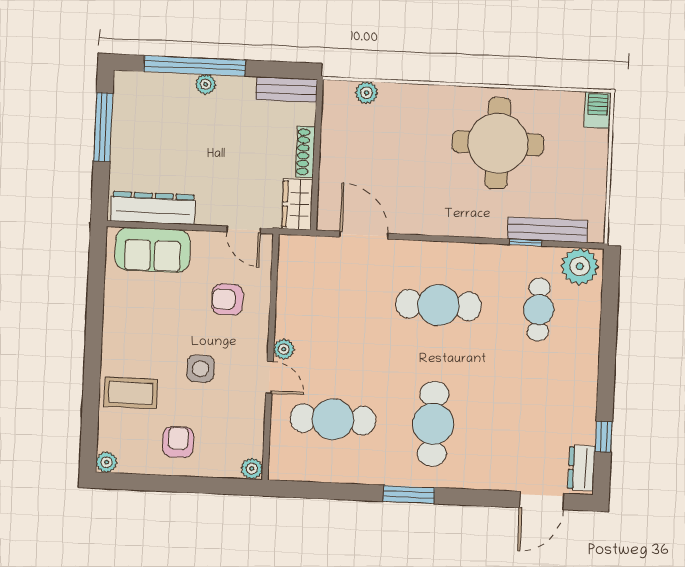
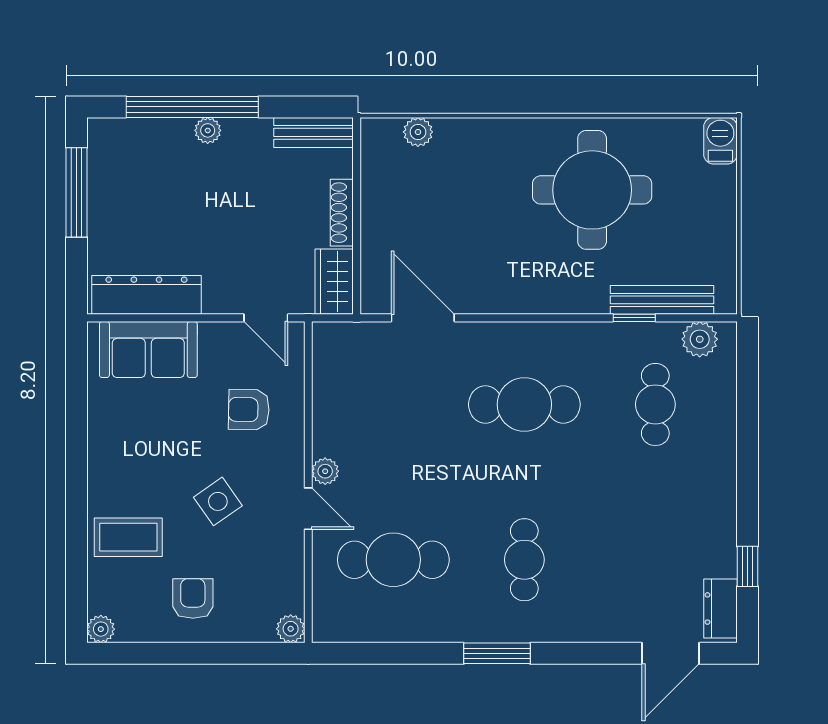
plant: (580, 266) -> (700, 339), width x0.73, depth x0.73
side table: (201, 369) -> (218, 501), turned -35
cafe table: (433, 424) -> (524, 560), width x0.73, depth x0.74

